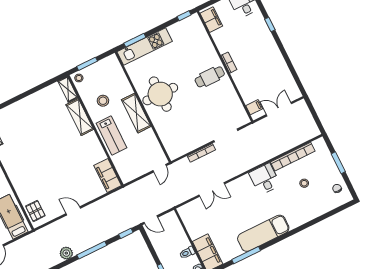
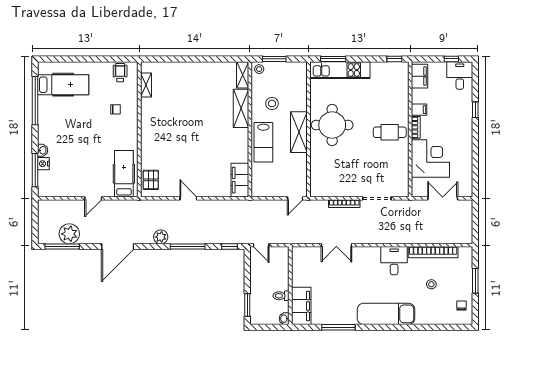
corner desk: (253, 82) -> (430, 158), added
filing cabinet: (254, 107) -> (419, 110), moved
exam couch: (263, 233) -> (386, 314), moved

